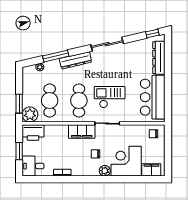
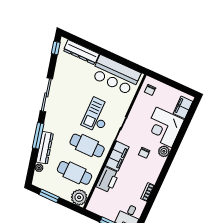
window: (56, 56) -> (38, 136), moved
dresser: (75, 60) -> (45, 148), moved
window: (19, 104) -> (49, 196), moved
printer: (33, 132) -> (108, 180), moved

